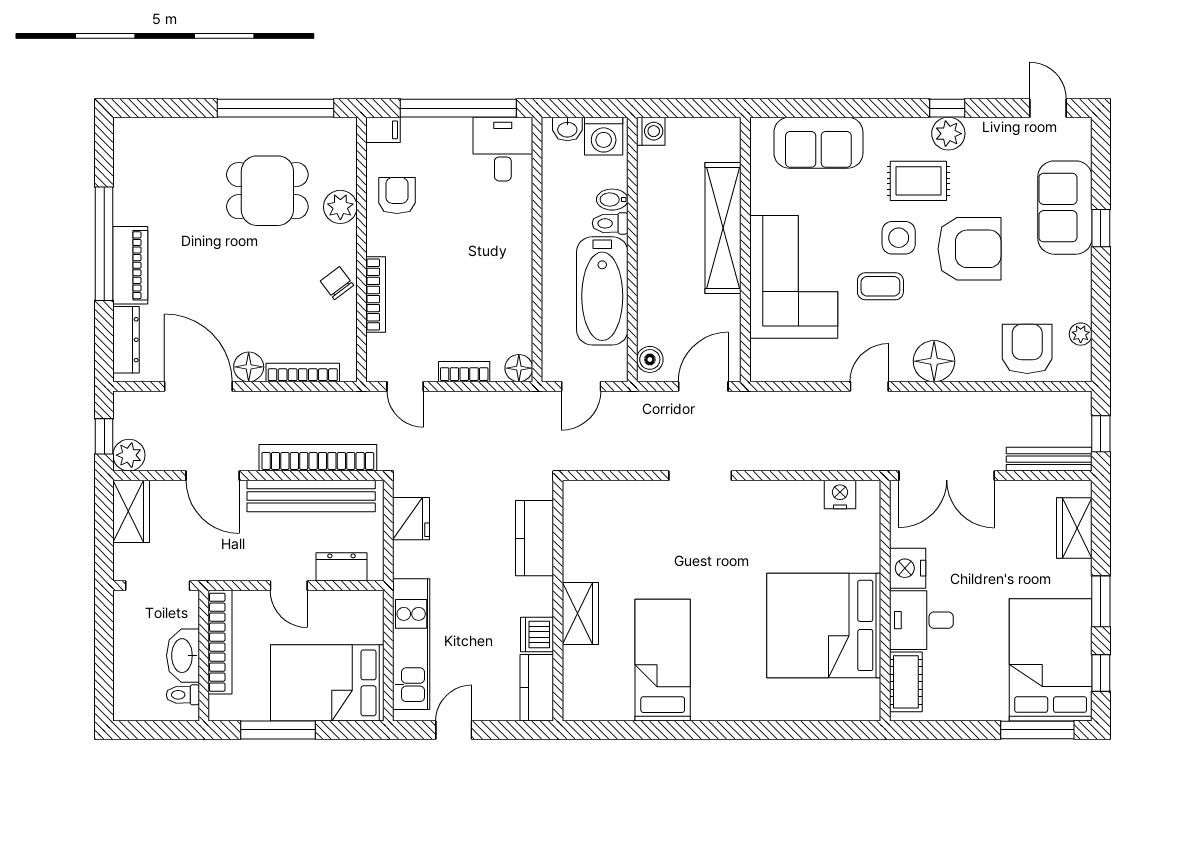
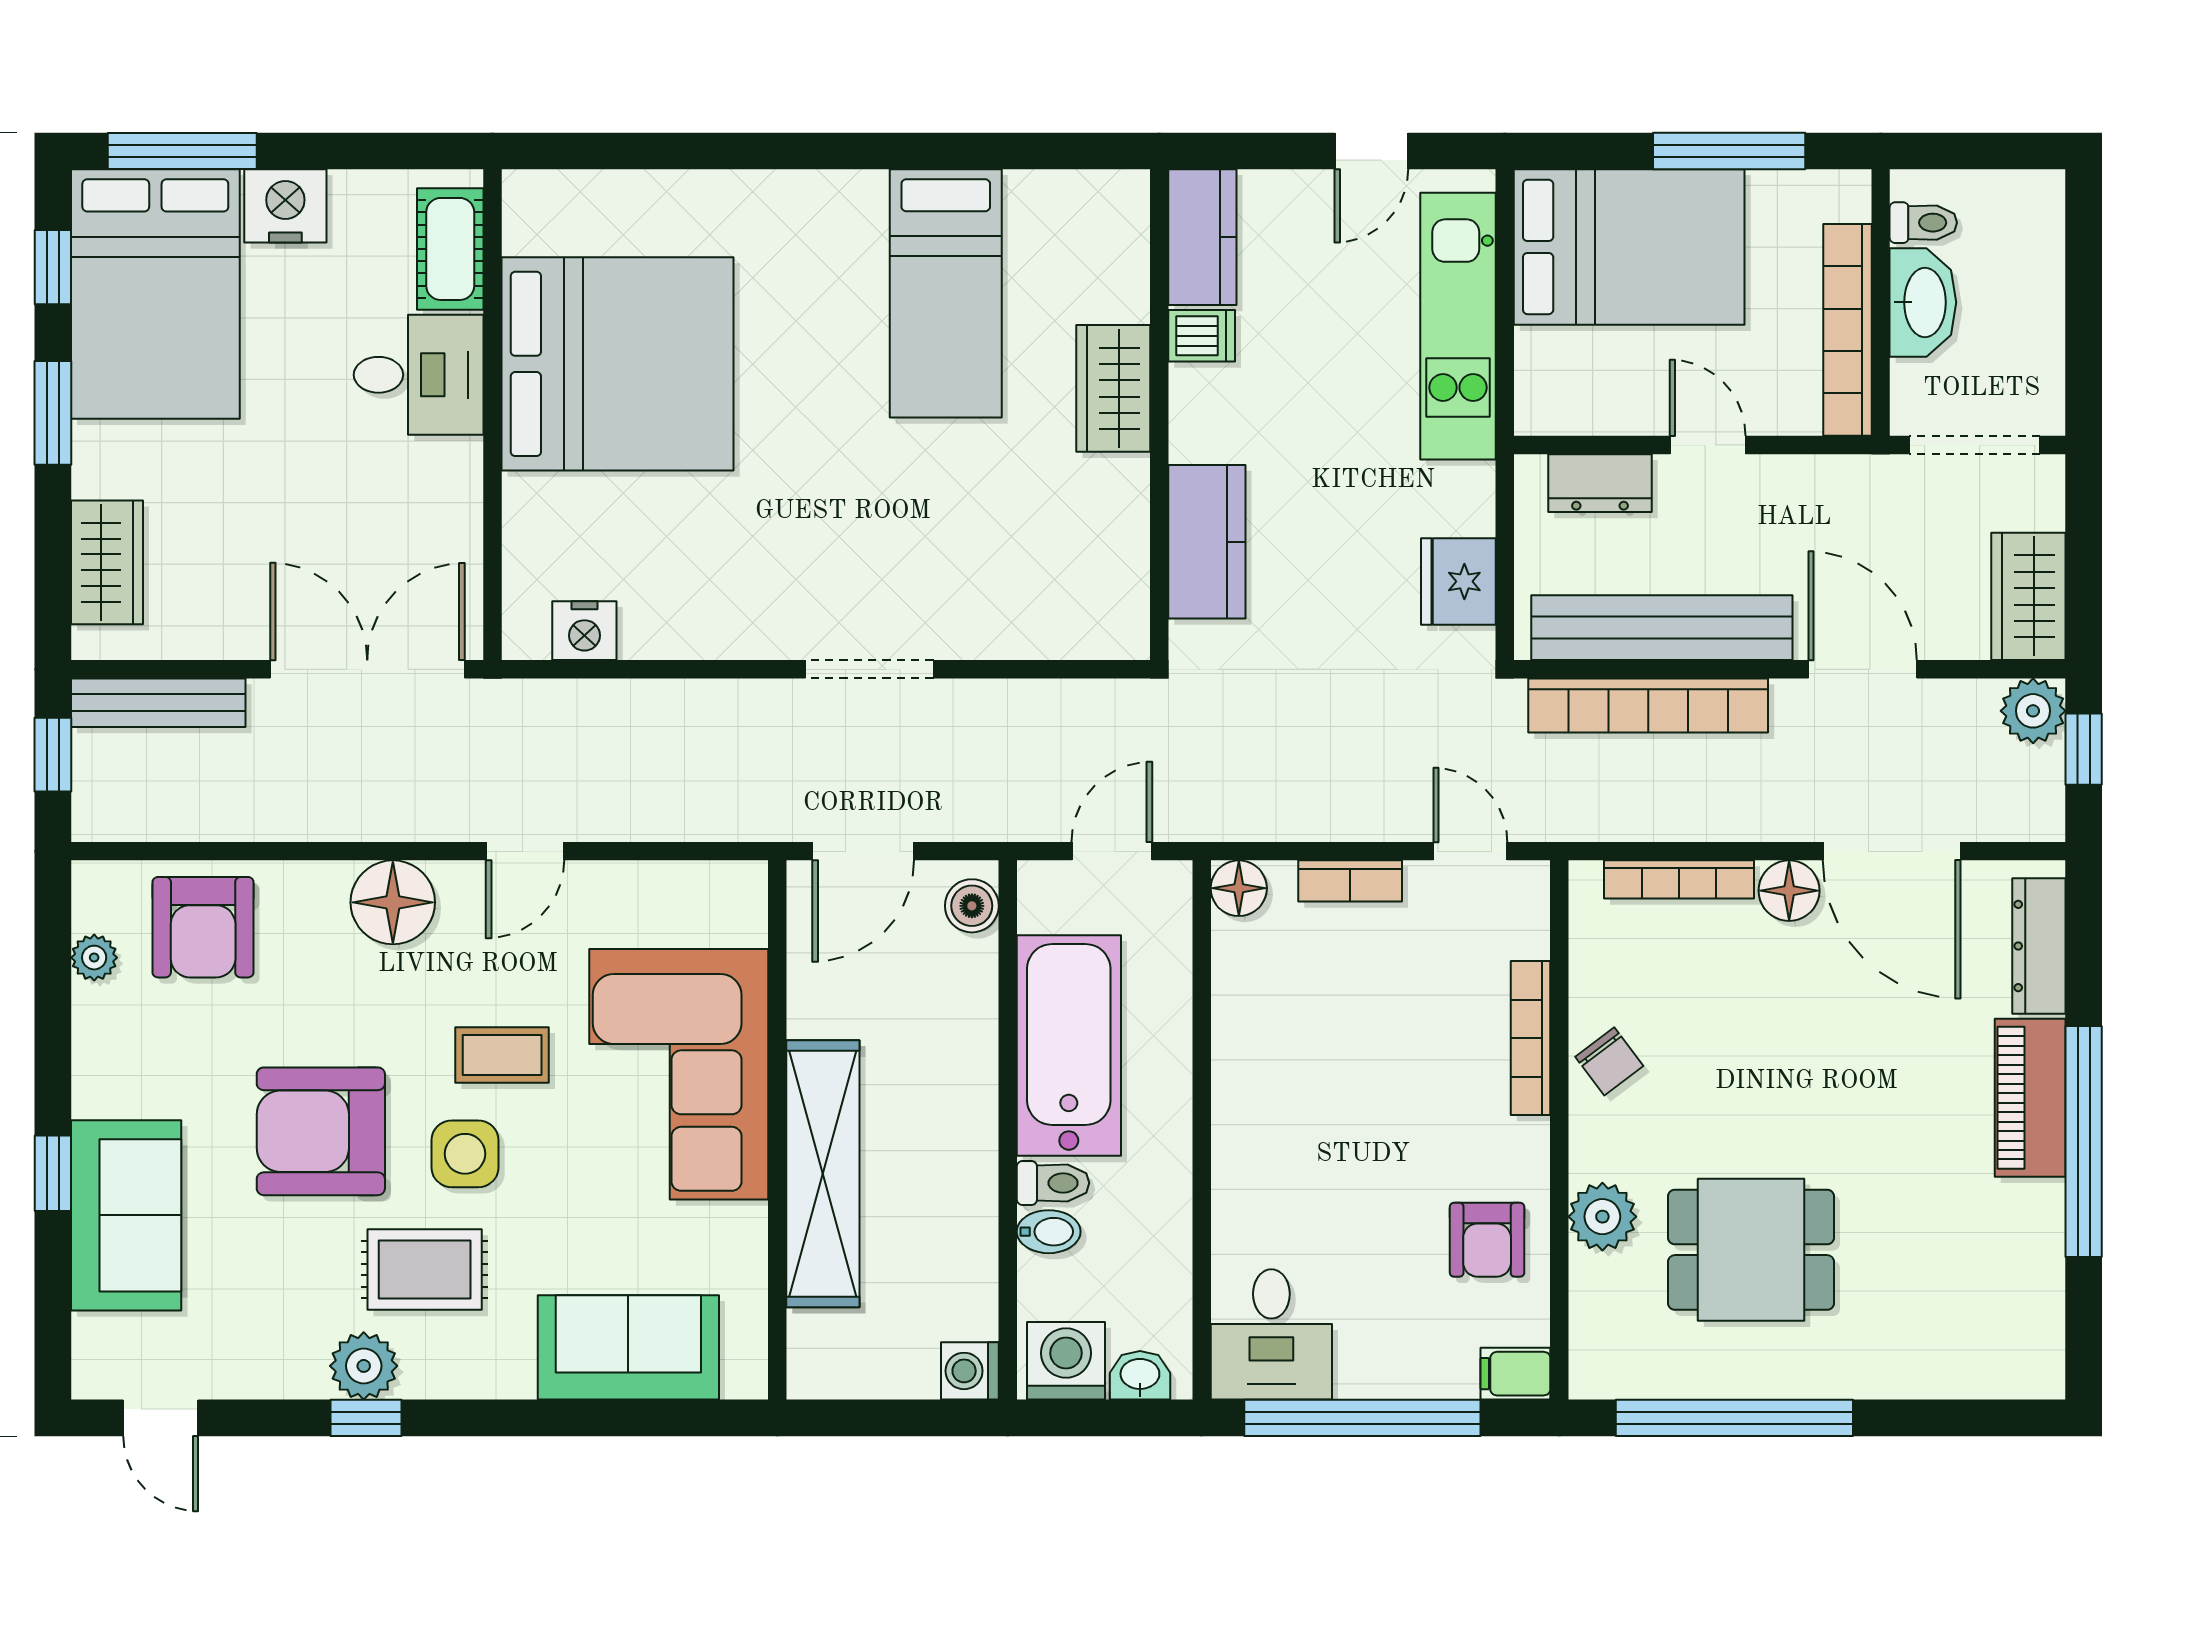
nightstand: (908, 568) -> (285, 206), moved, turned -90
dishwasher: (537, 634) -> (1202, 336), width x0.73

